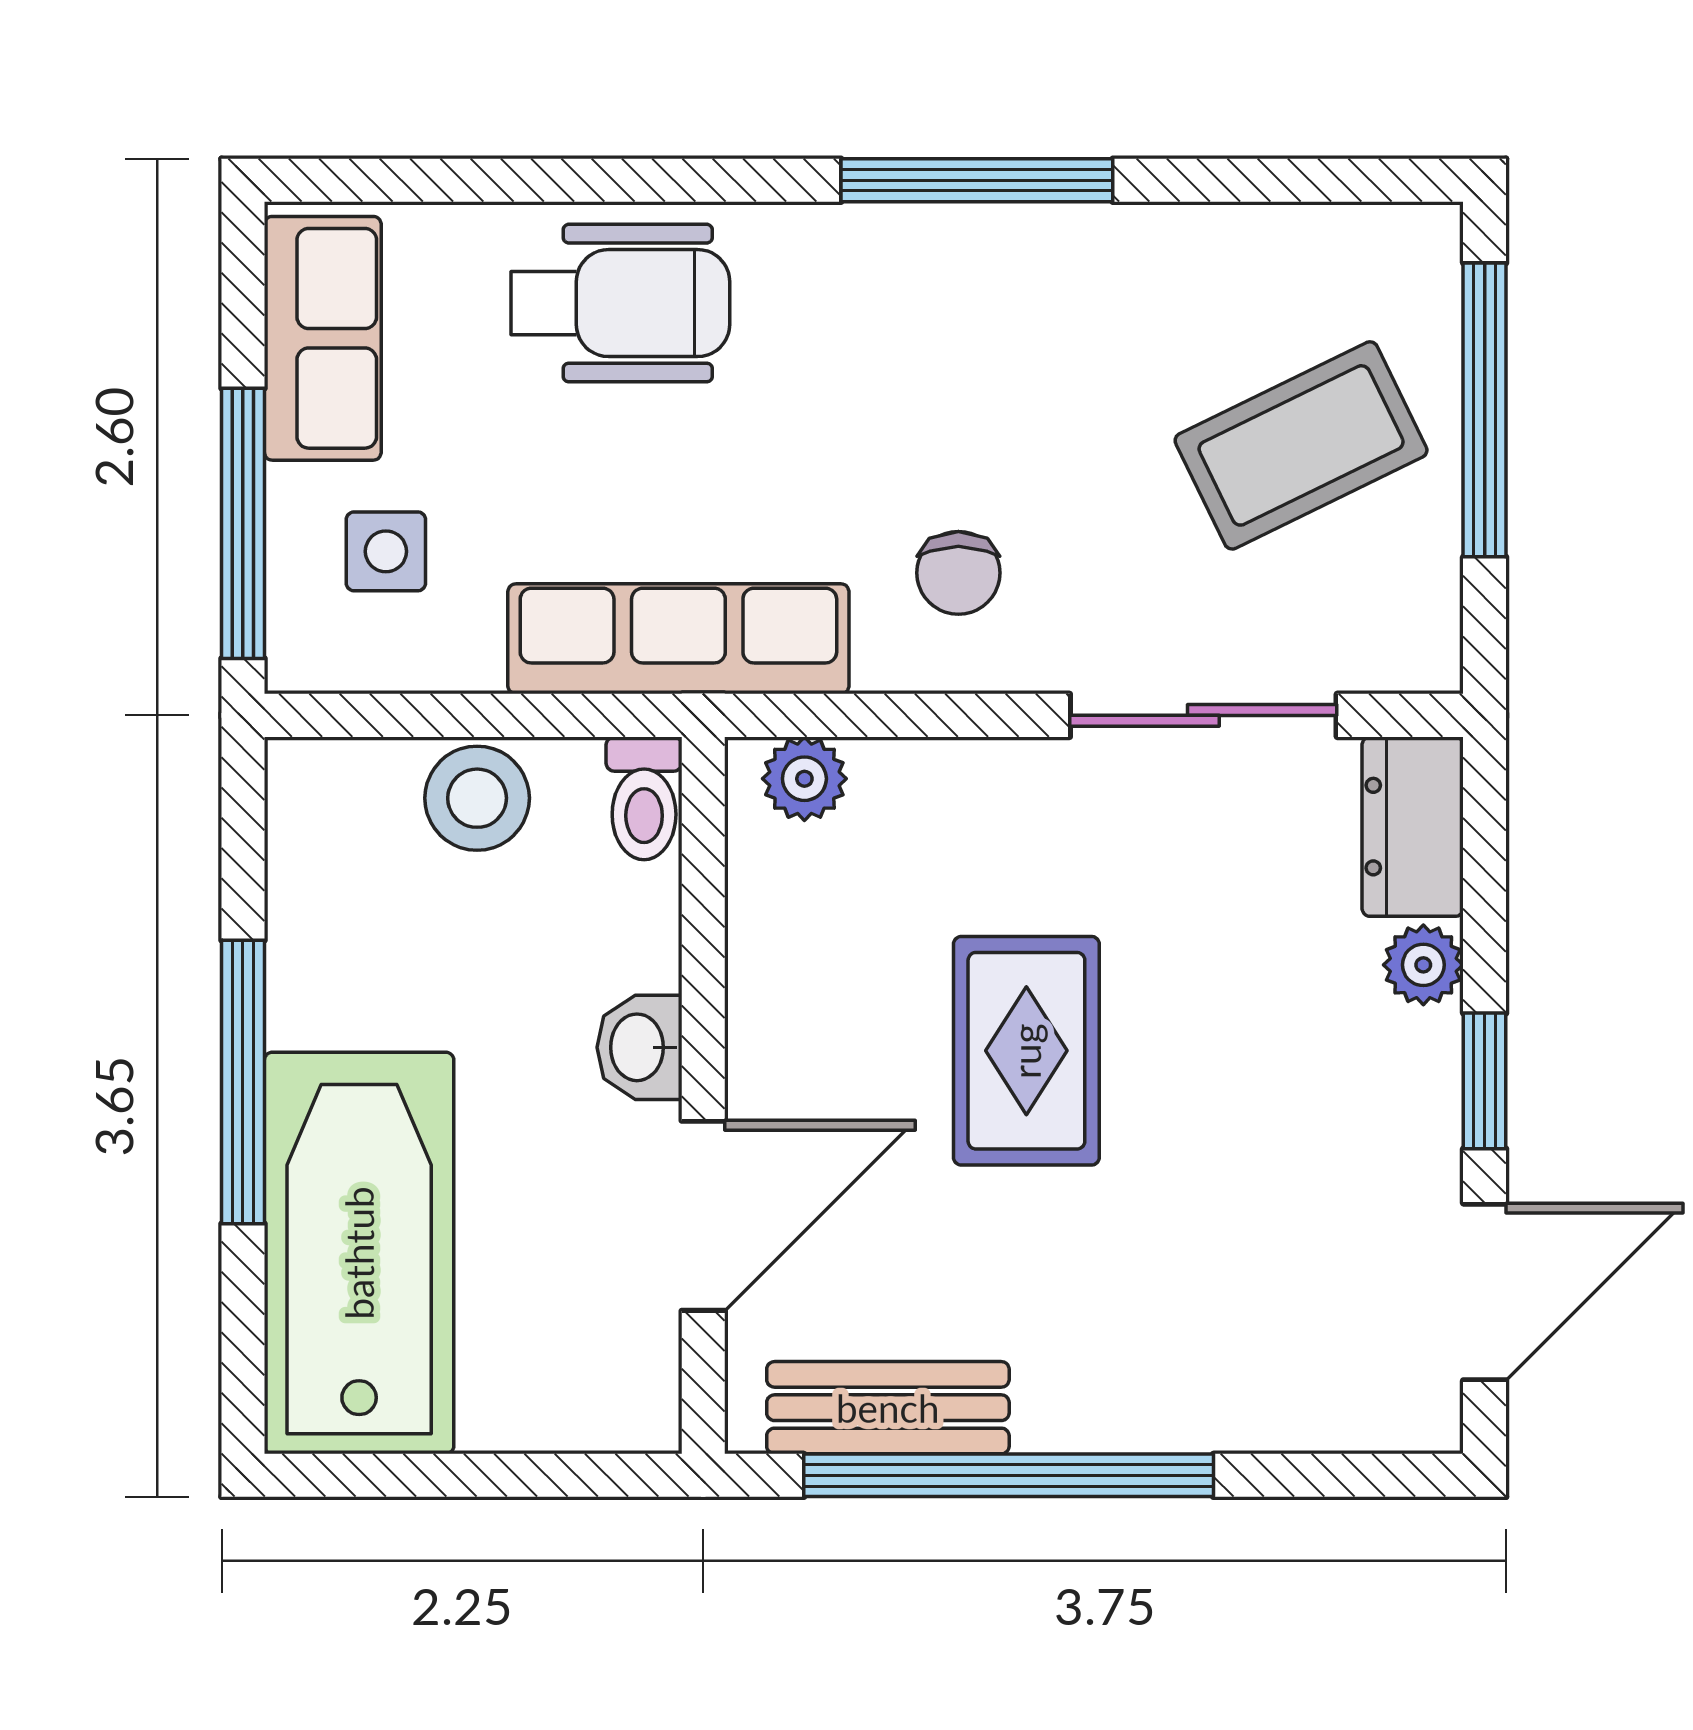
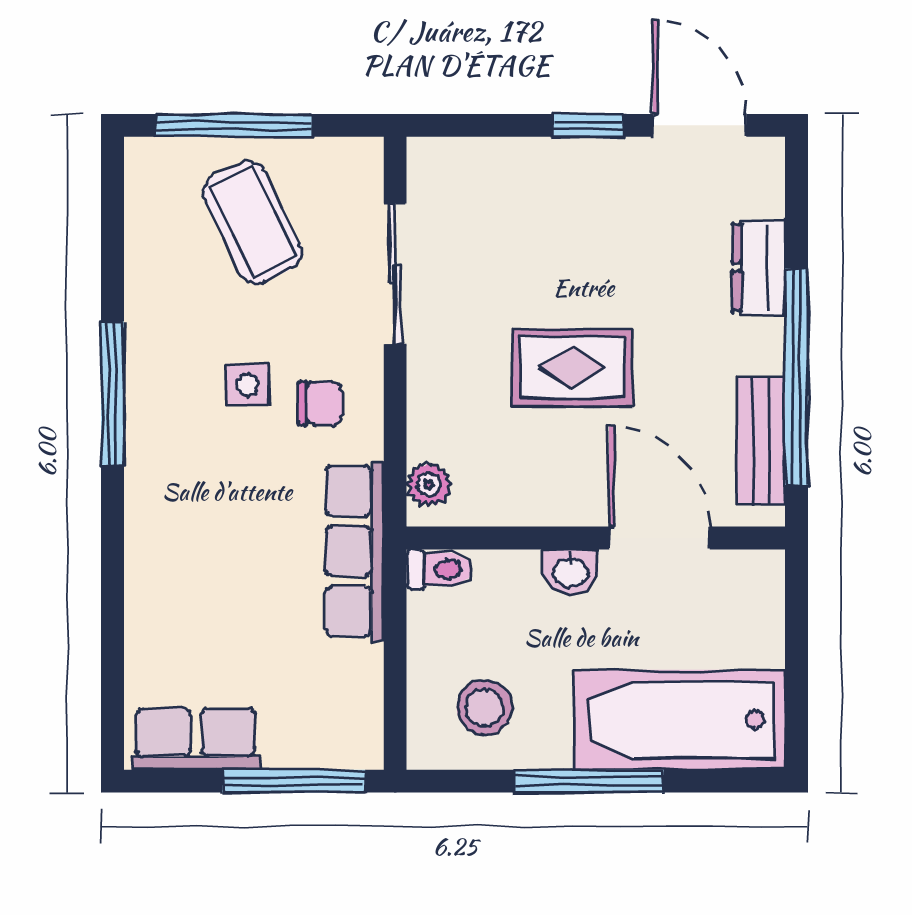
wheelchair: (620, 303) -> (177, 582), removed
side table: (386, 551) -> (247, 385), moved
stool: (477, 798) -> (484, 707), moved
dresser: (1413, 827) -> (759, 267), moved, turned 90
plant: (1423, 965) -> (527, 158), removed

